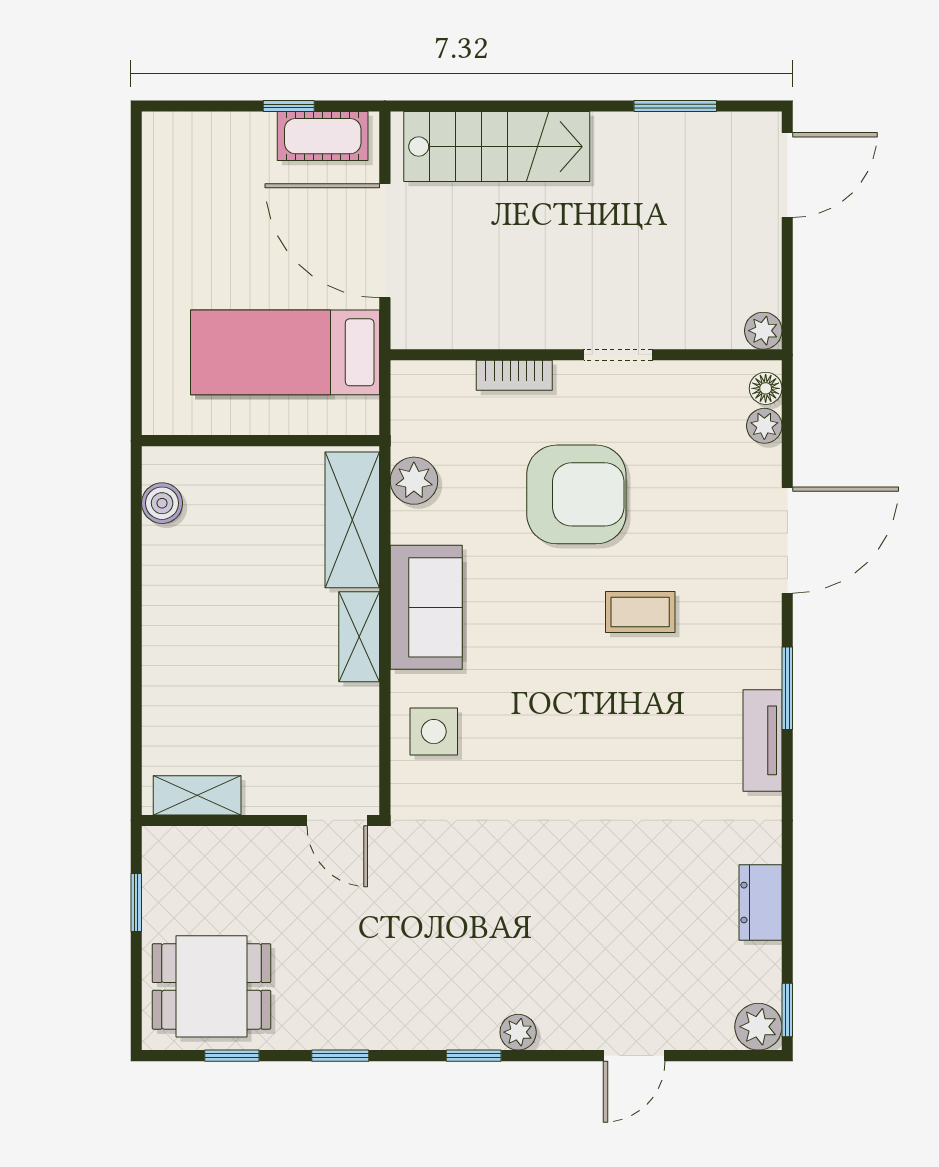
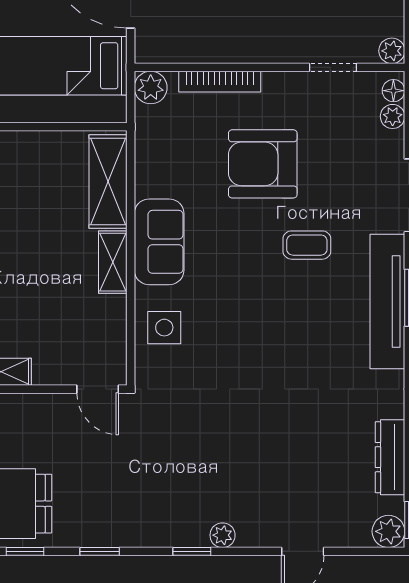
doorway: (618, 355) -> (333, 67), moved
bookcase: (514, 375) -> (220, 82), width x1.56
plant: (414, 481) -> (151, 88), moved
armchair: (576, 494) -> (263, 164), turned 180
tv unit: (762, 740) -> (387, 302), width x1.92, depth x1.29
dresser: (761, 903) -> (390, 457), width x1.44

